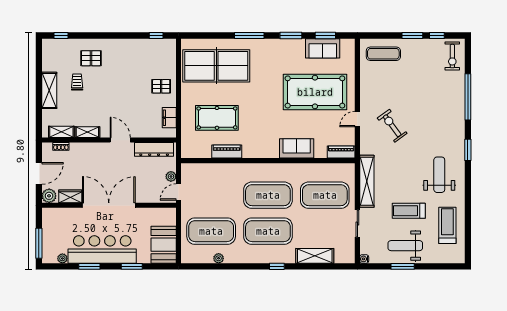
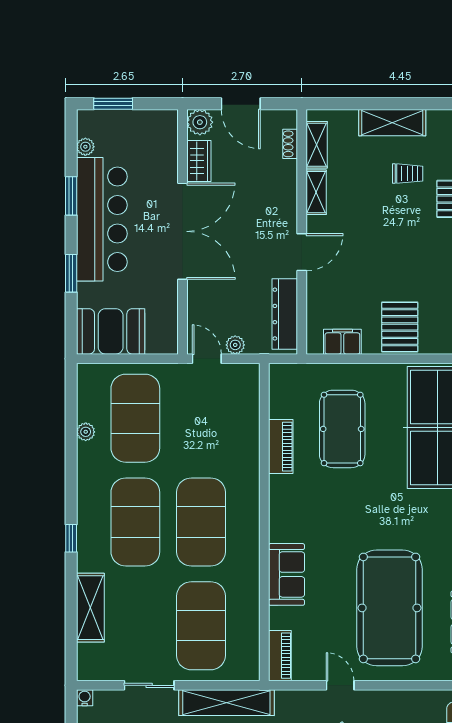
pallet: (161, 86) -> (400, 327), width x1.50, depth x1.42
window: (39, 243) -> (113, 104), width x0.69

